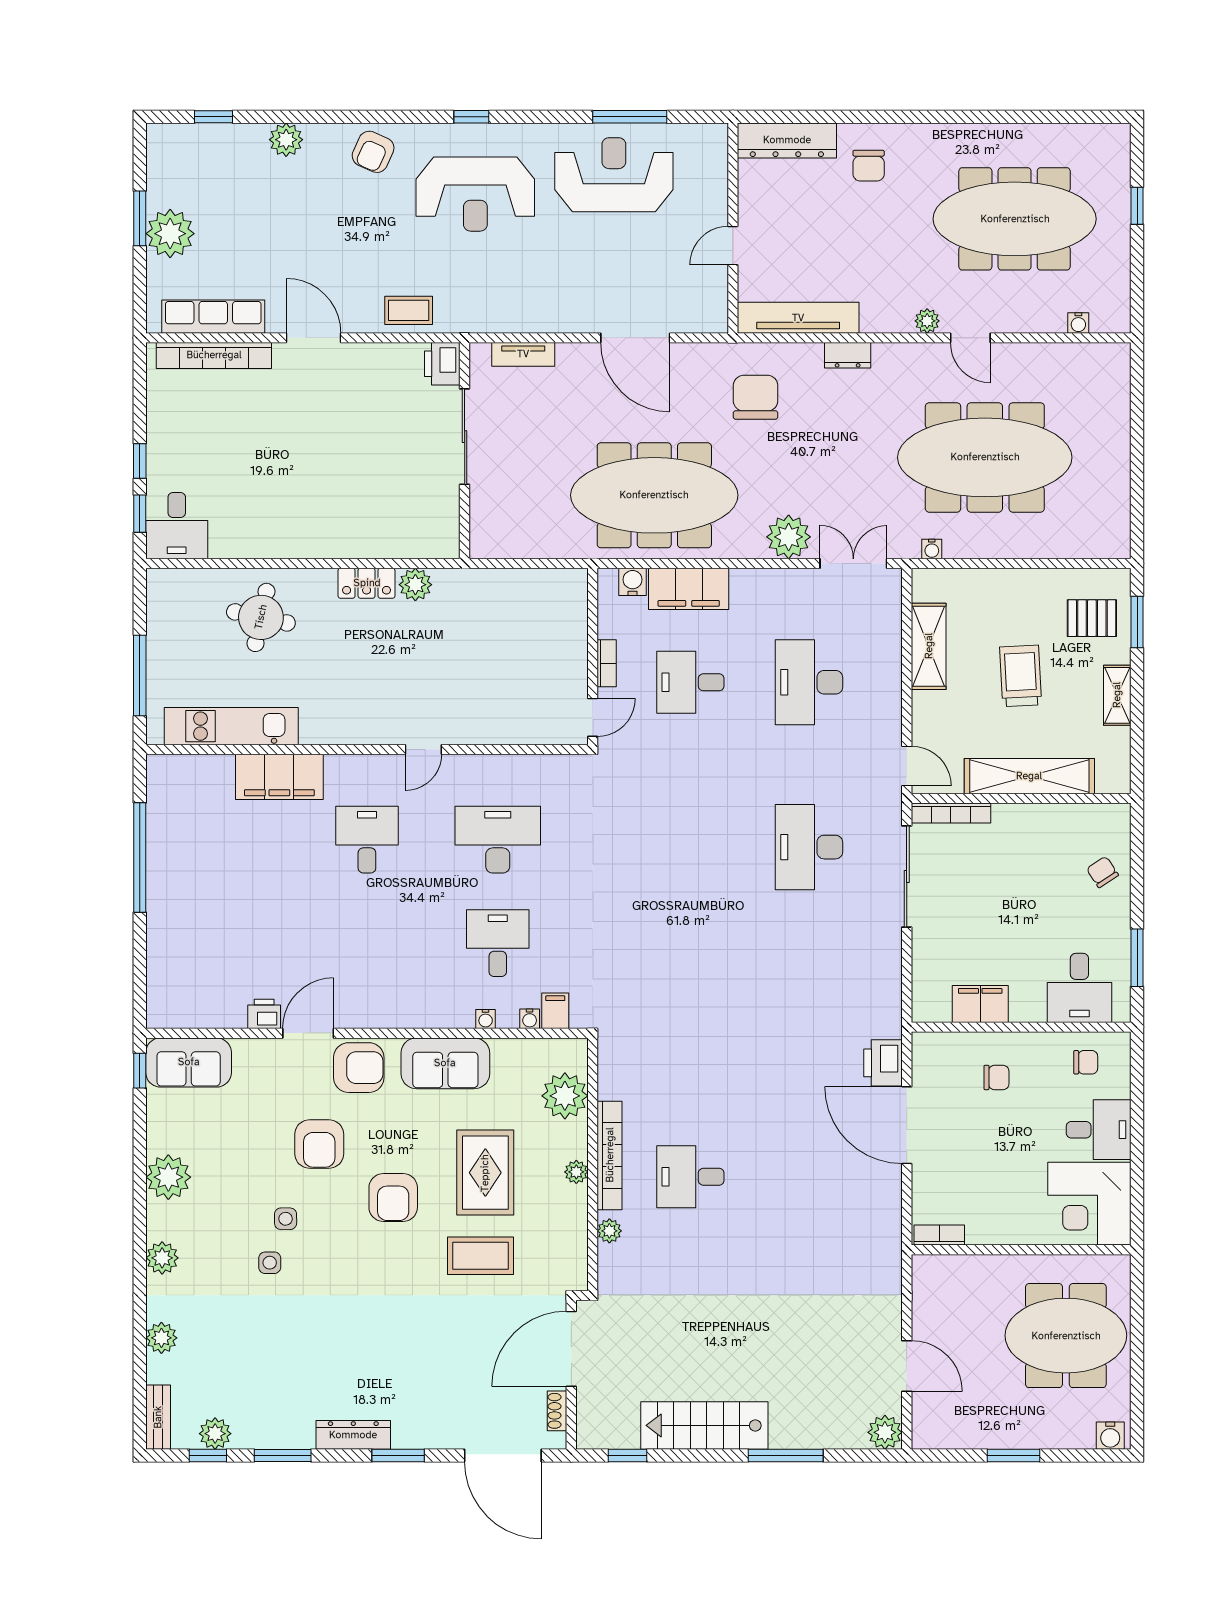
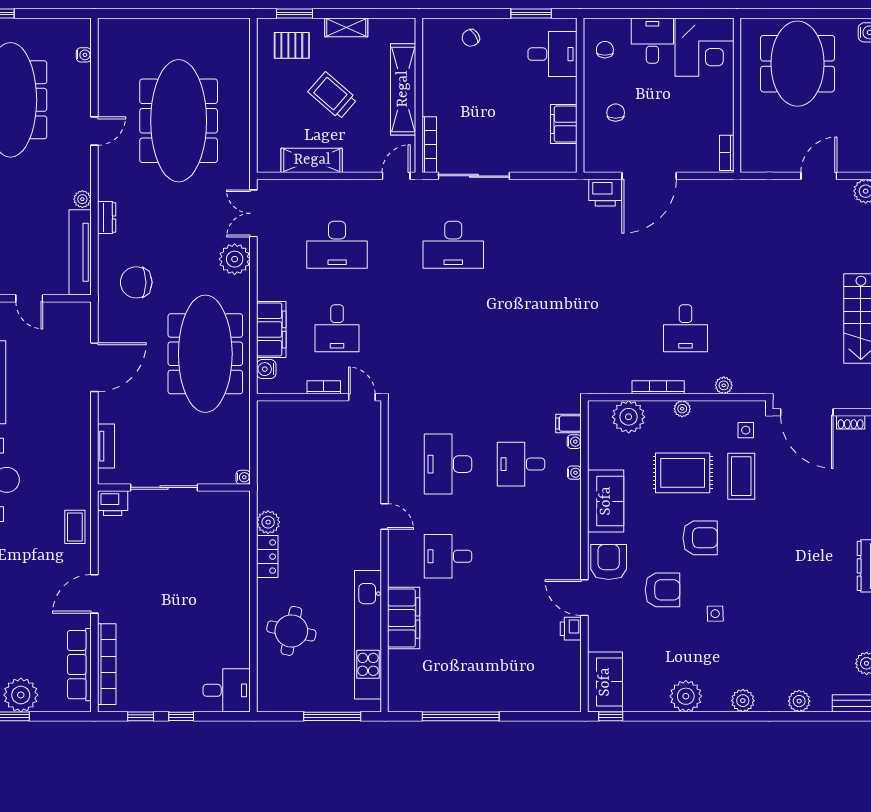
plant: (927, 321) -> (82, 199), moved
window: (140, 514) -> (141, 716), moved
water cooler: (932, 549) -> (243, 477), moved
pallet: (1092, 618) -> (292, 45), turned 90
trolley: (1021, 676) -> (333, 96), turned 44
kitchen unit: (231, 726) -> (368, 635), width x1.36
bookcase: (610, 1155) -> (658, 387), width x0.68, depth x0.76
side table: (270, 1263) -> (746, 430), moved

